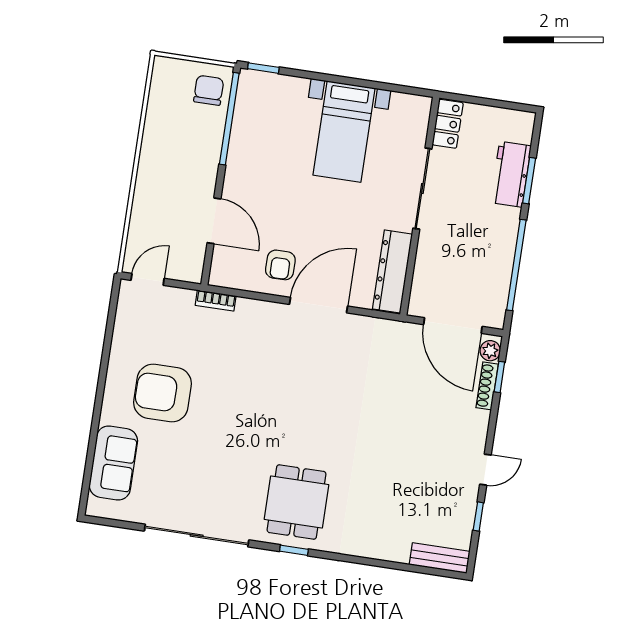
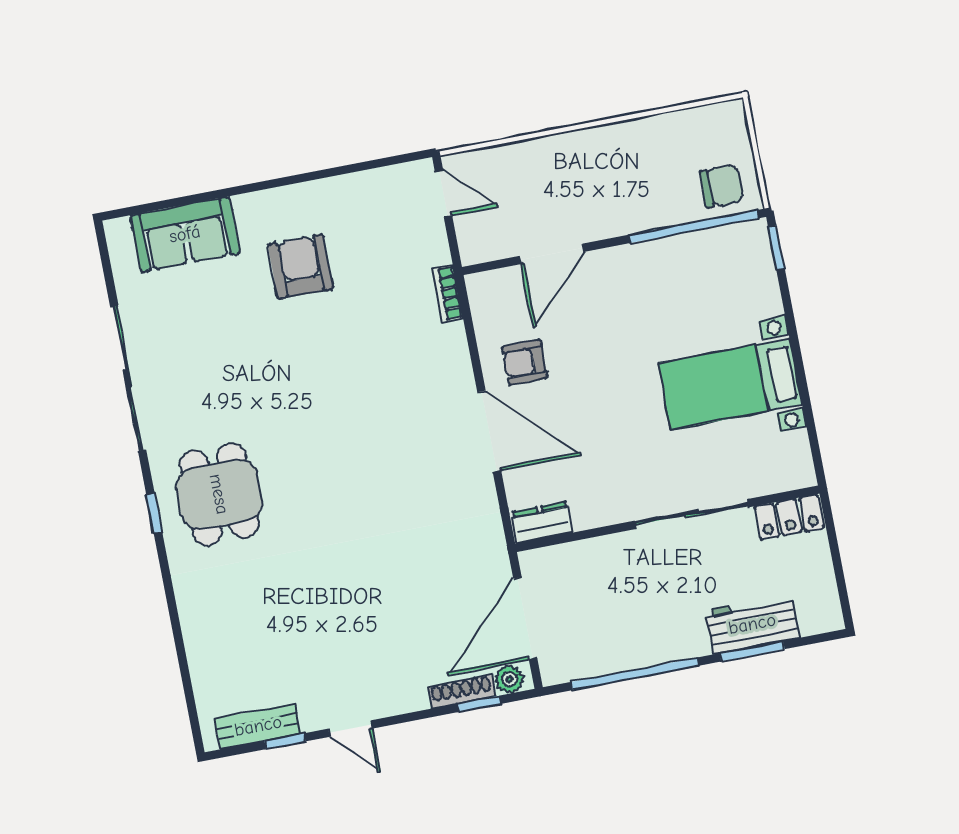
dresser: (392, 272) -> (542, 522), width x0.51, depth x0.80
armchair: (163, 393) -> (300, 267), width x0.73, depth x0.73
dining table: (297, 502) -> (219, 494), turned 90
bench: (440, 558) -> (258, 726), moved, turned 90

